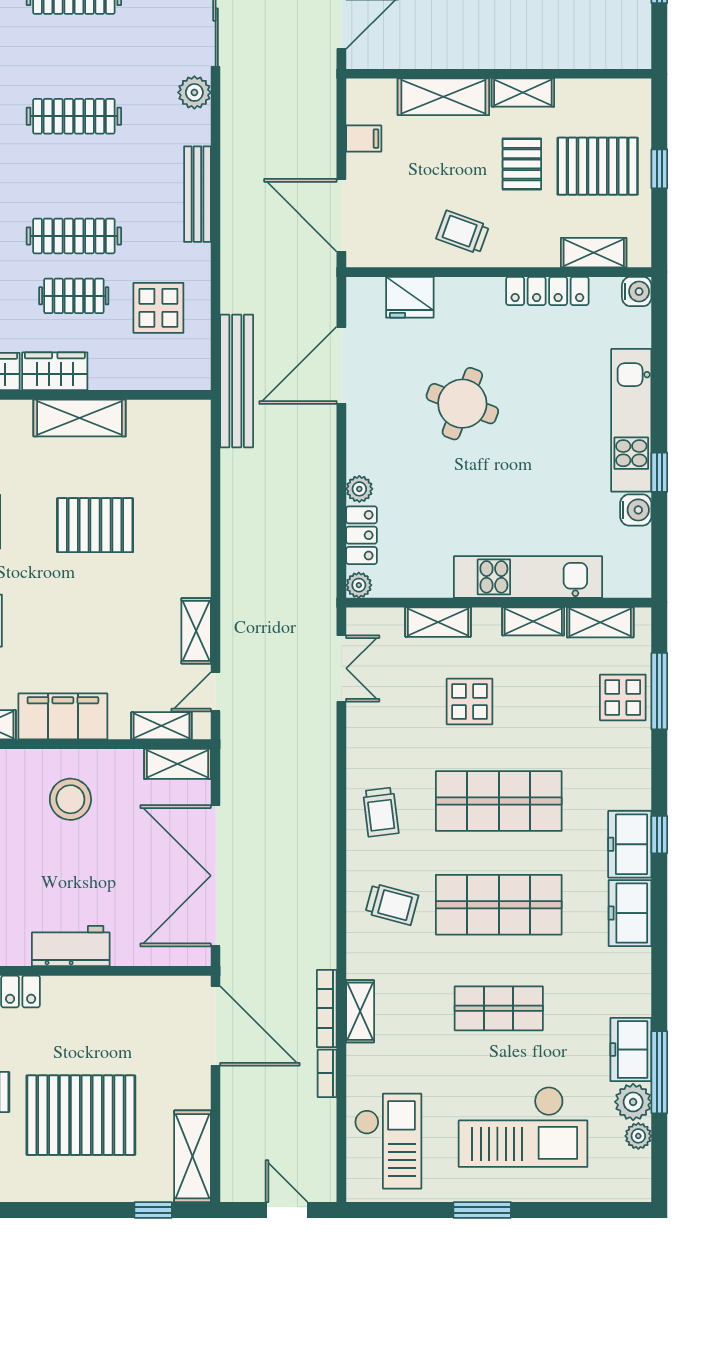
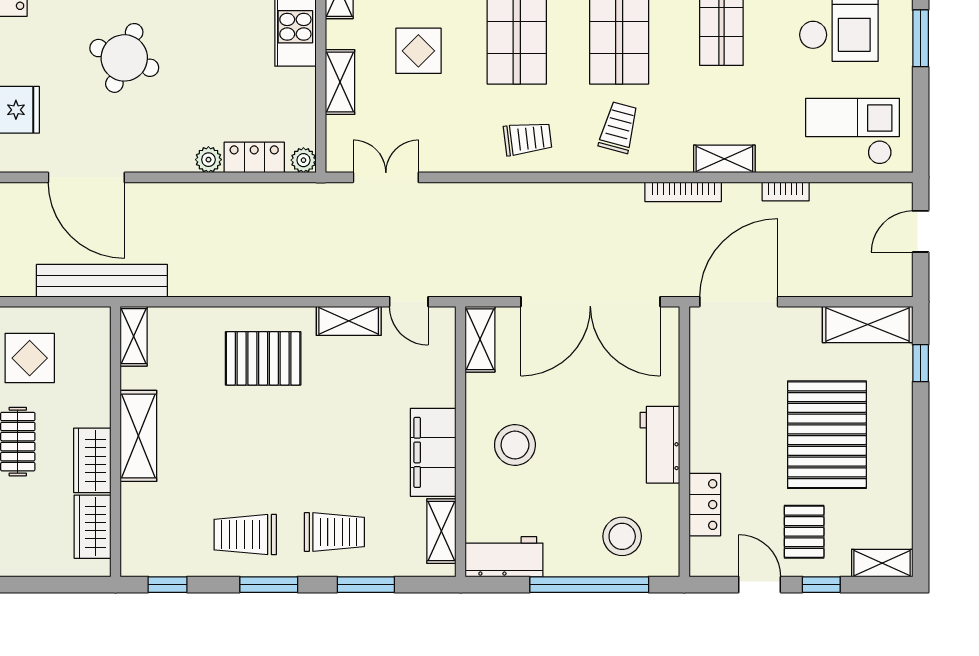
pallet: (95, 525) -> (263, 358), moved, turned 90
shelving: (161, 726) -> (134, 336), moved
bookcase: (327, 1008) -> (683, 192), moved

